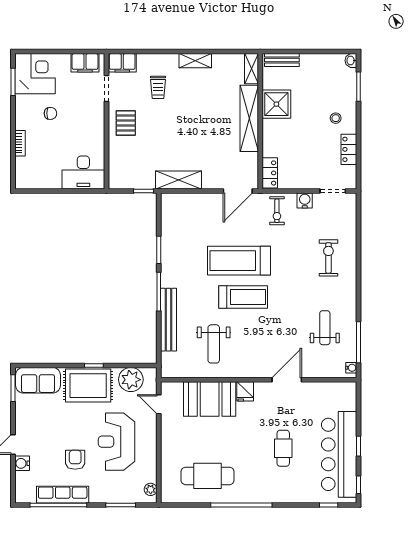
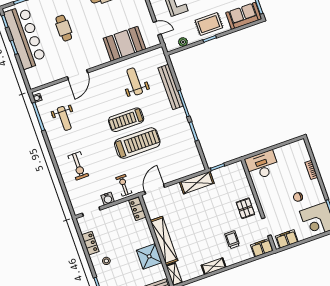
plant: (131, 380) -> (183, 42), width x0.53, depth x0.53
rug: (88, 386) -> (209, 24), width x0.73, depth x0.70
fridge: (245, 391) -> (103, 57), removed

